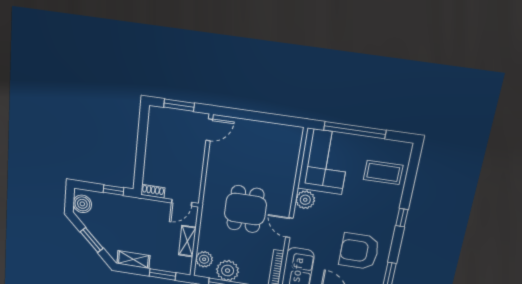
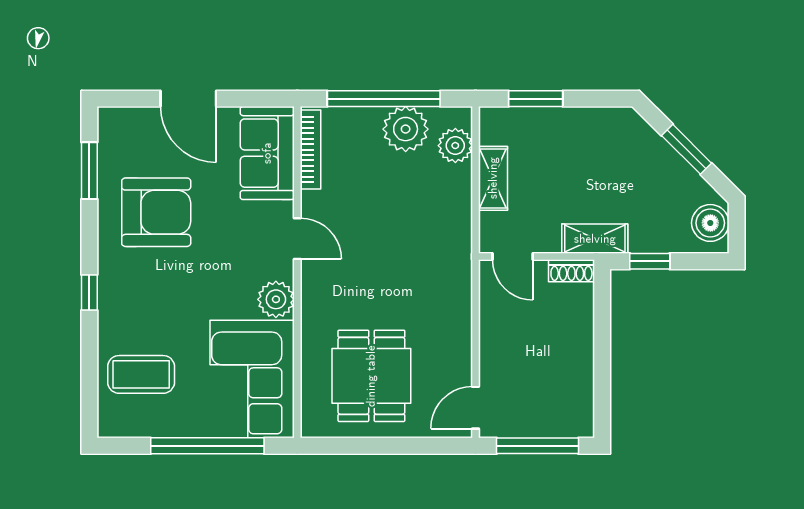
window: (179, 105) -> (538, 446), width x1.44
door: (182, 203) -> (513, 257), swing flipped
dining table: (245, 209) -> (371, 376), moved
shelving: (133, 260) -> (595, 239), moved

